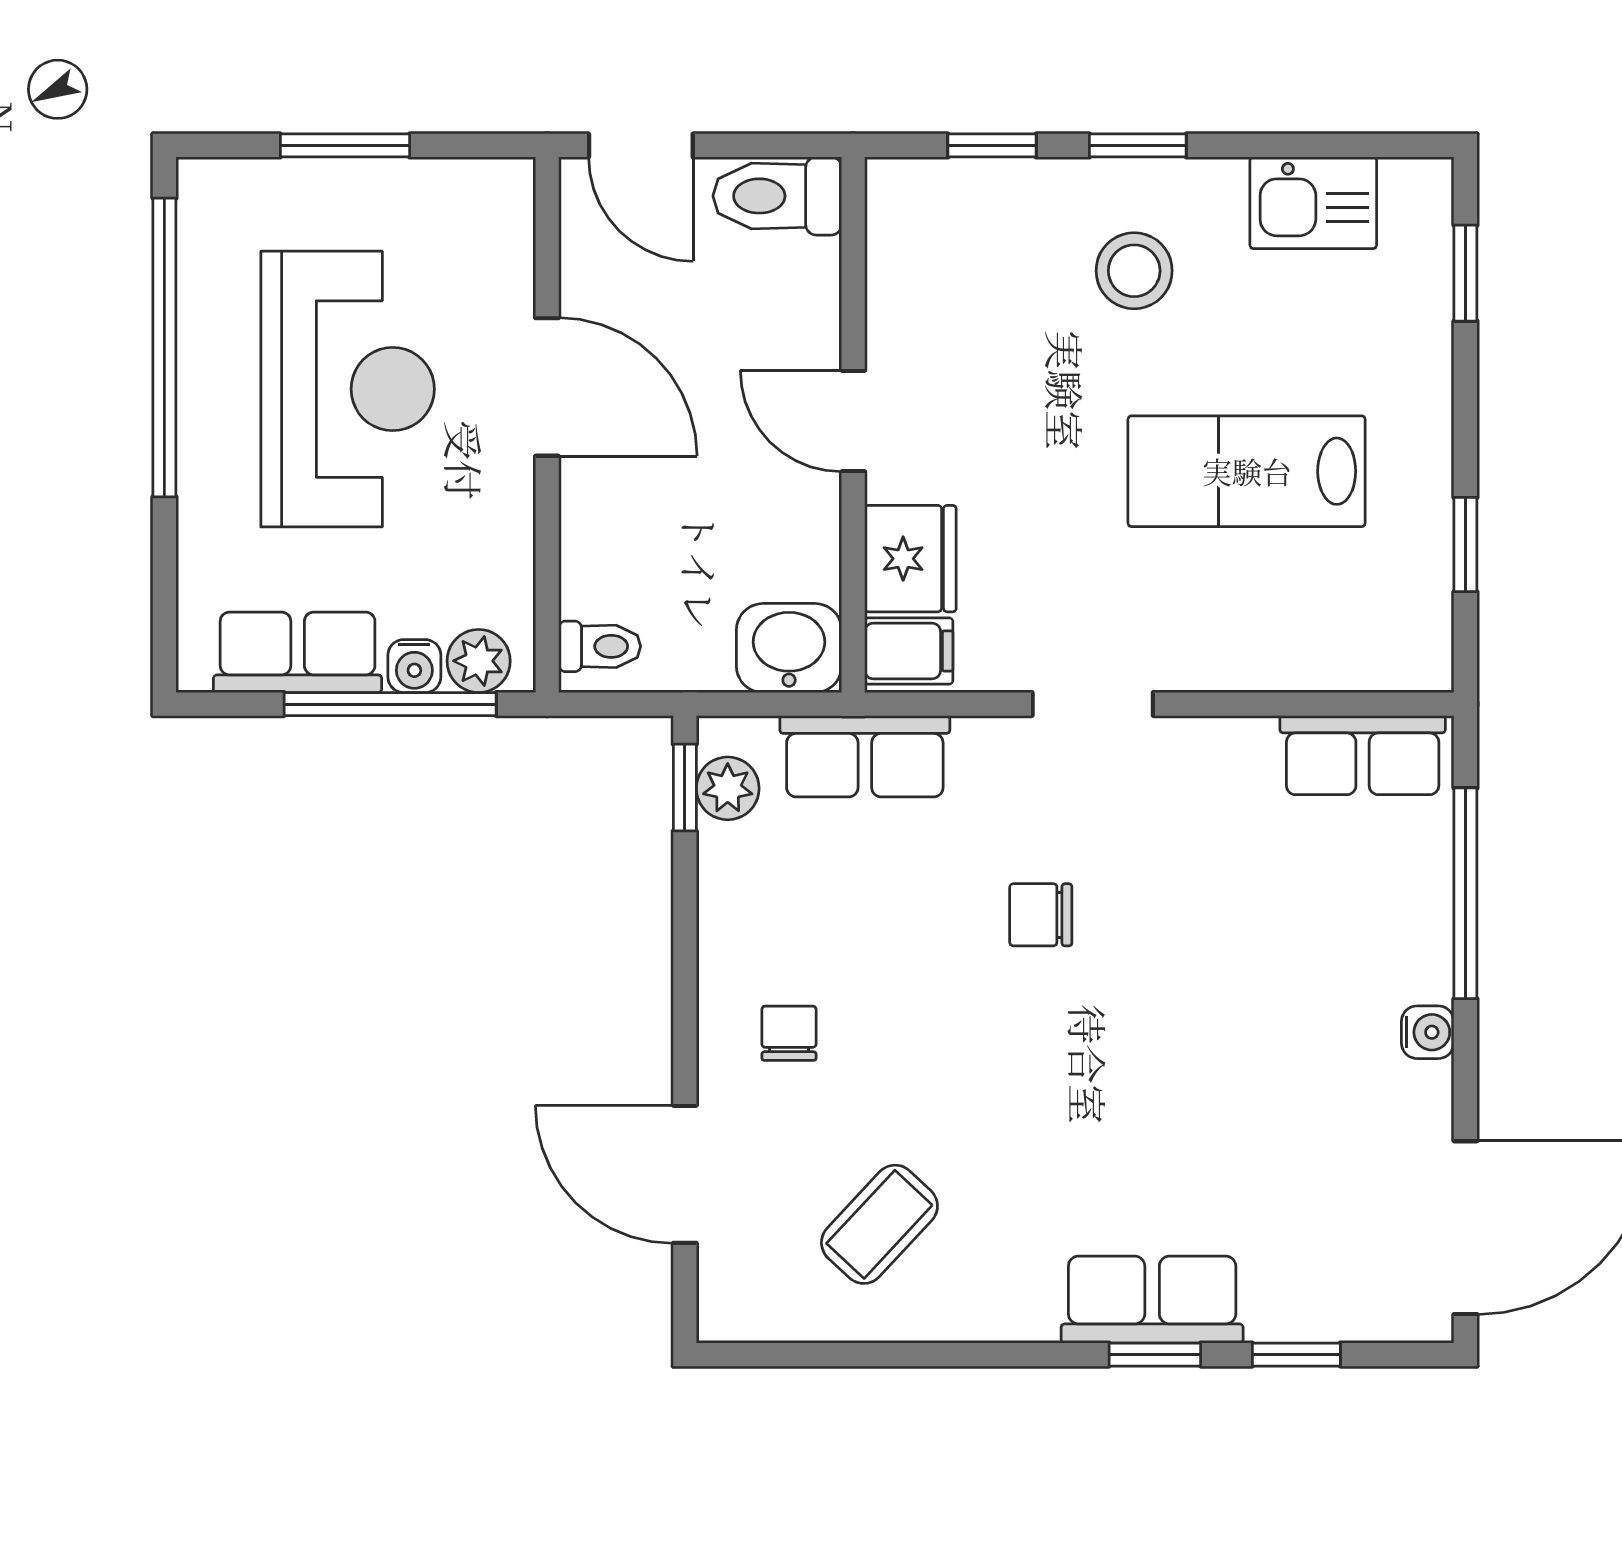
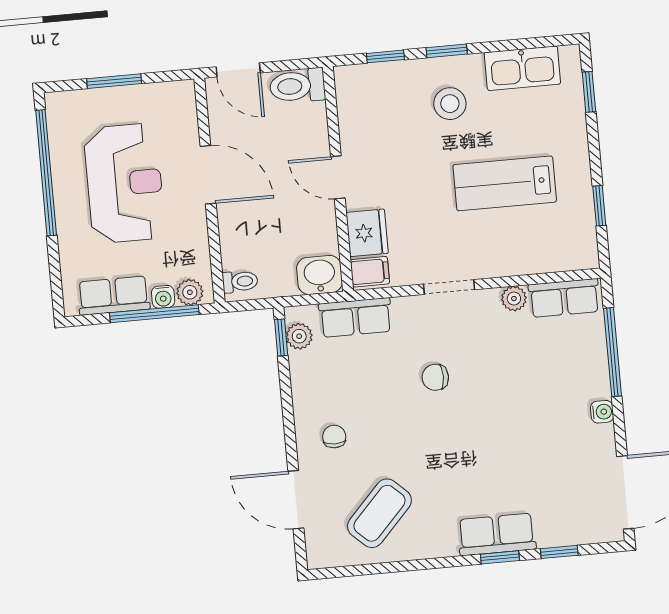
kitchen sink: (1313, 203) -> (522, 68), width x1.38
plant: (1244, 746) -> (514, 299), added
coffee table: (879, 1224) -> (379, 513), width x1.36, depth x1.30

